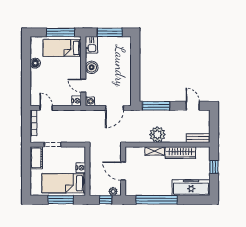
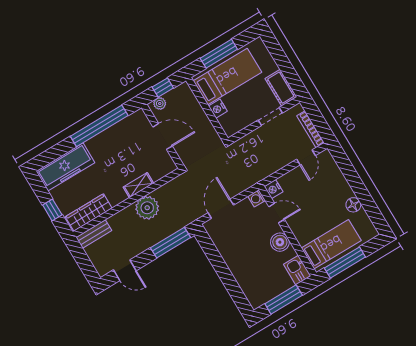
door: (46, 108) -> (306, 157), hinge flipped
wardrobe: (180, 153) -> (89, 212), moved

